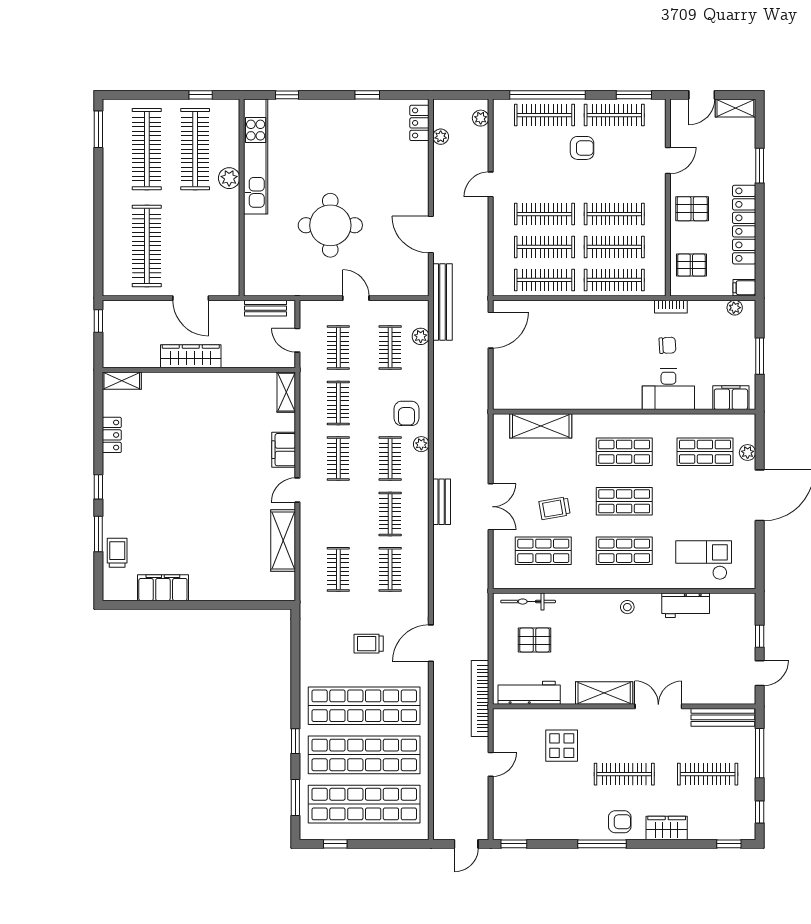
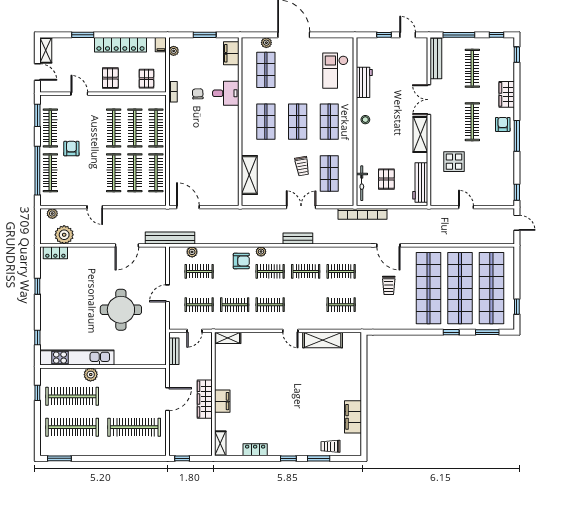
plant: (441, 137) -> (64, 235), width x1.88, depth x1.88
desk: (668, 389) -> (226, 93), width x0.73
filing cabinet: (284, 450) -> (222, 401), moved, turned -90
bookcase: (480, 699) -> (362, 214), moved

